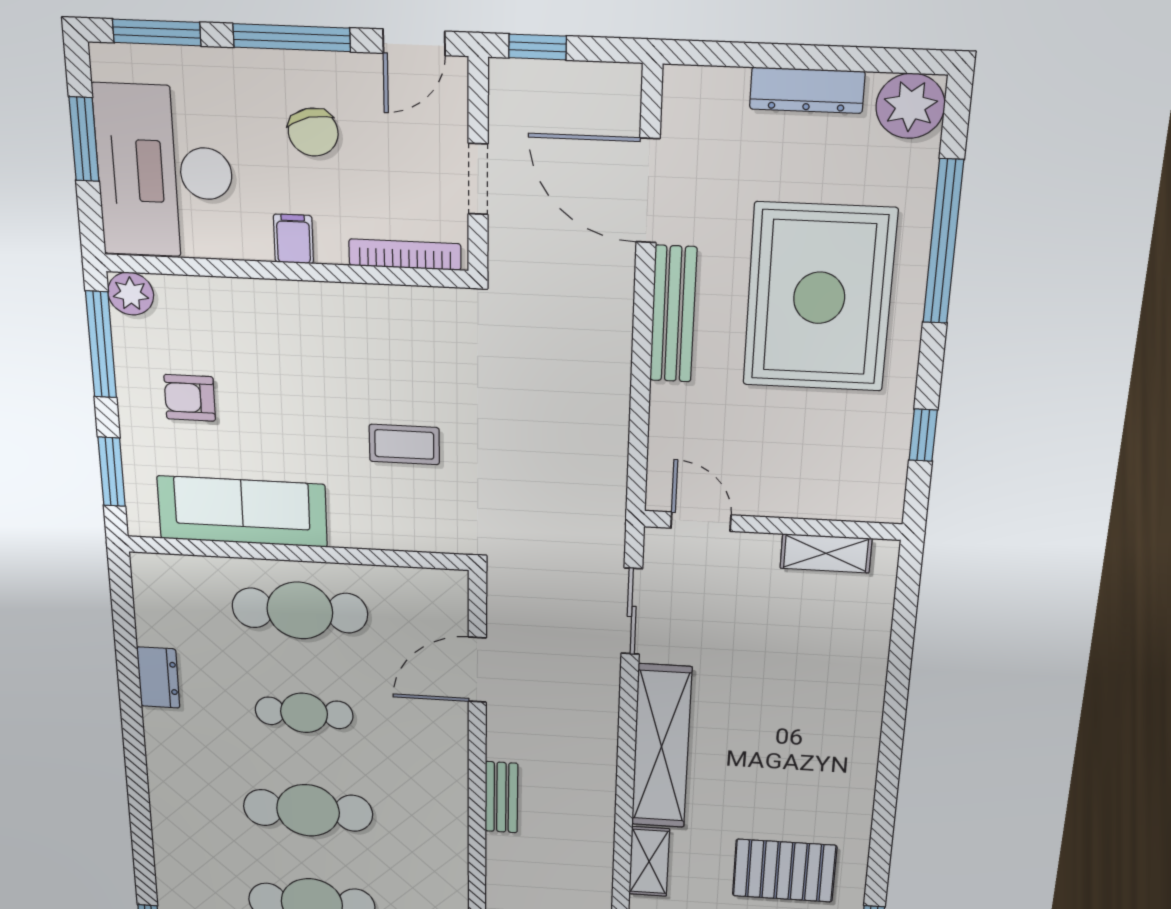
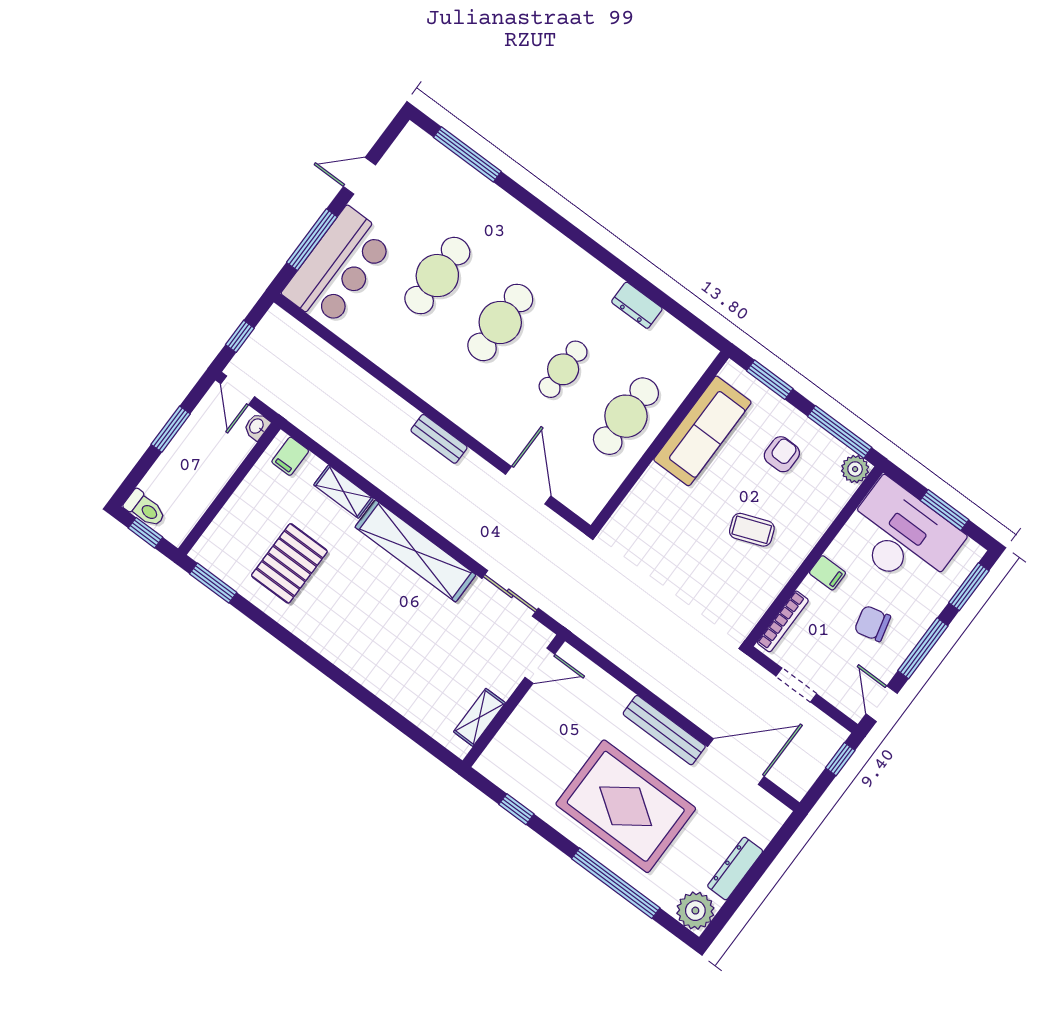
coffee table: (404, 444) -> (752, 530), moved, turned 69

